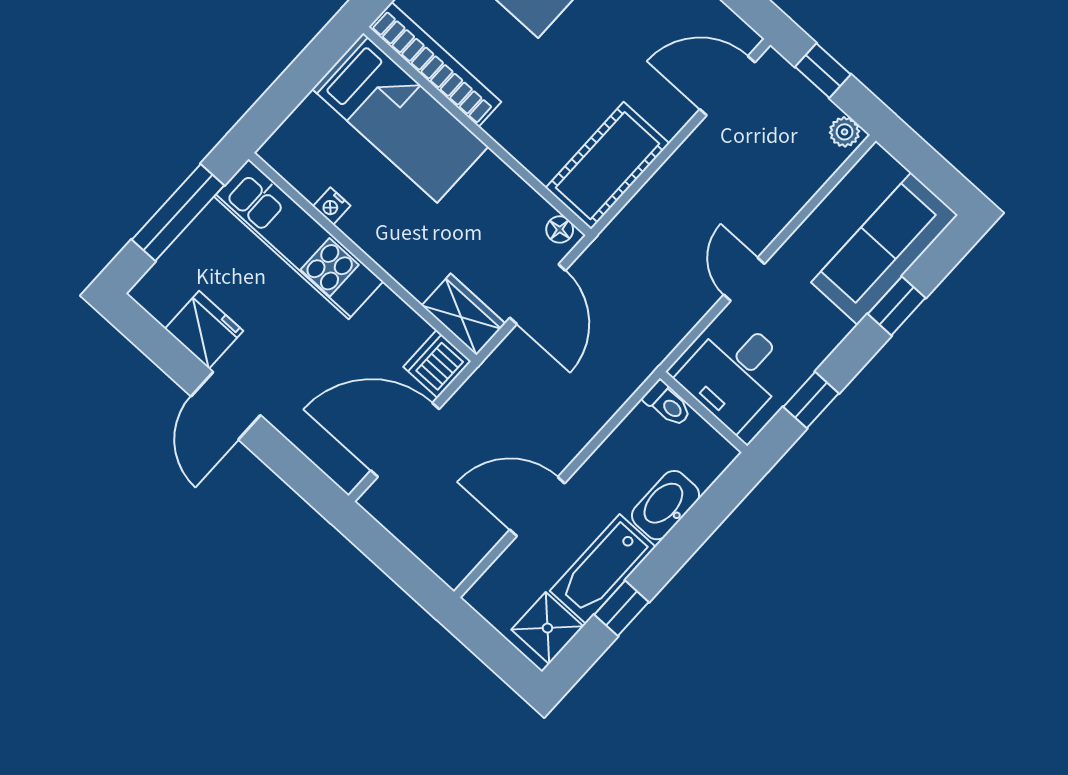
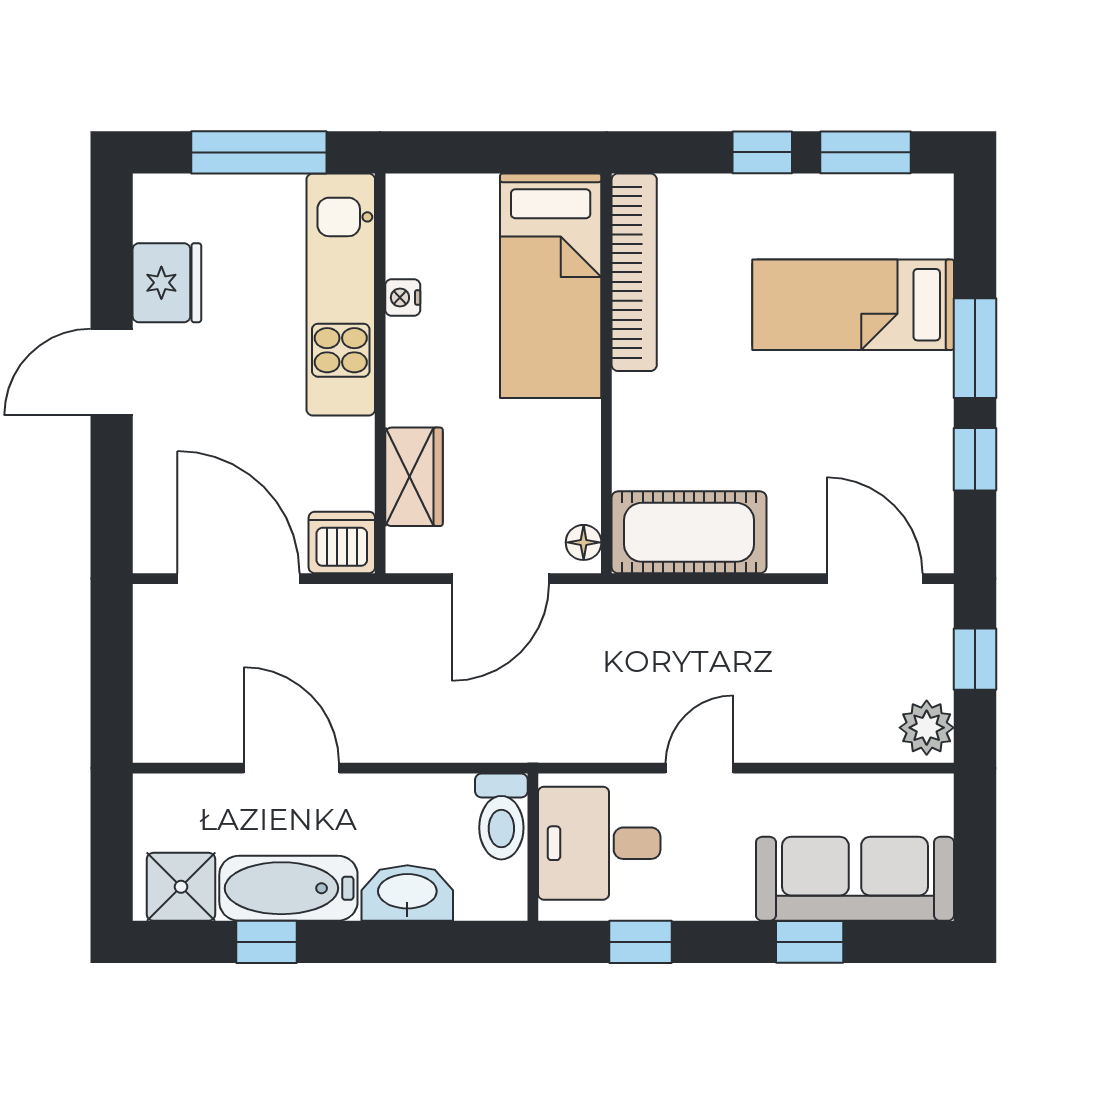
plant: (845, 132) -> (927, 728), width x1.38, depth x1.38
wardrobe: (464, 314) -> (414, 477), moved
toilet: (668, 404) -> (501, 816), width x1.37, depth x1.39

